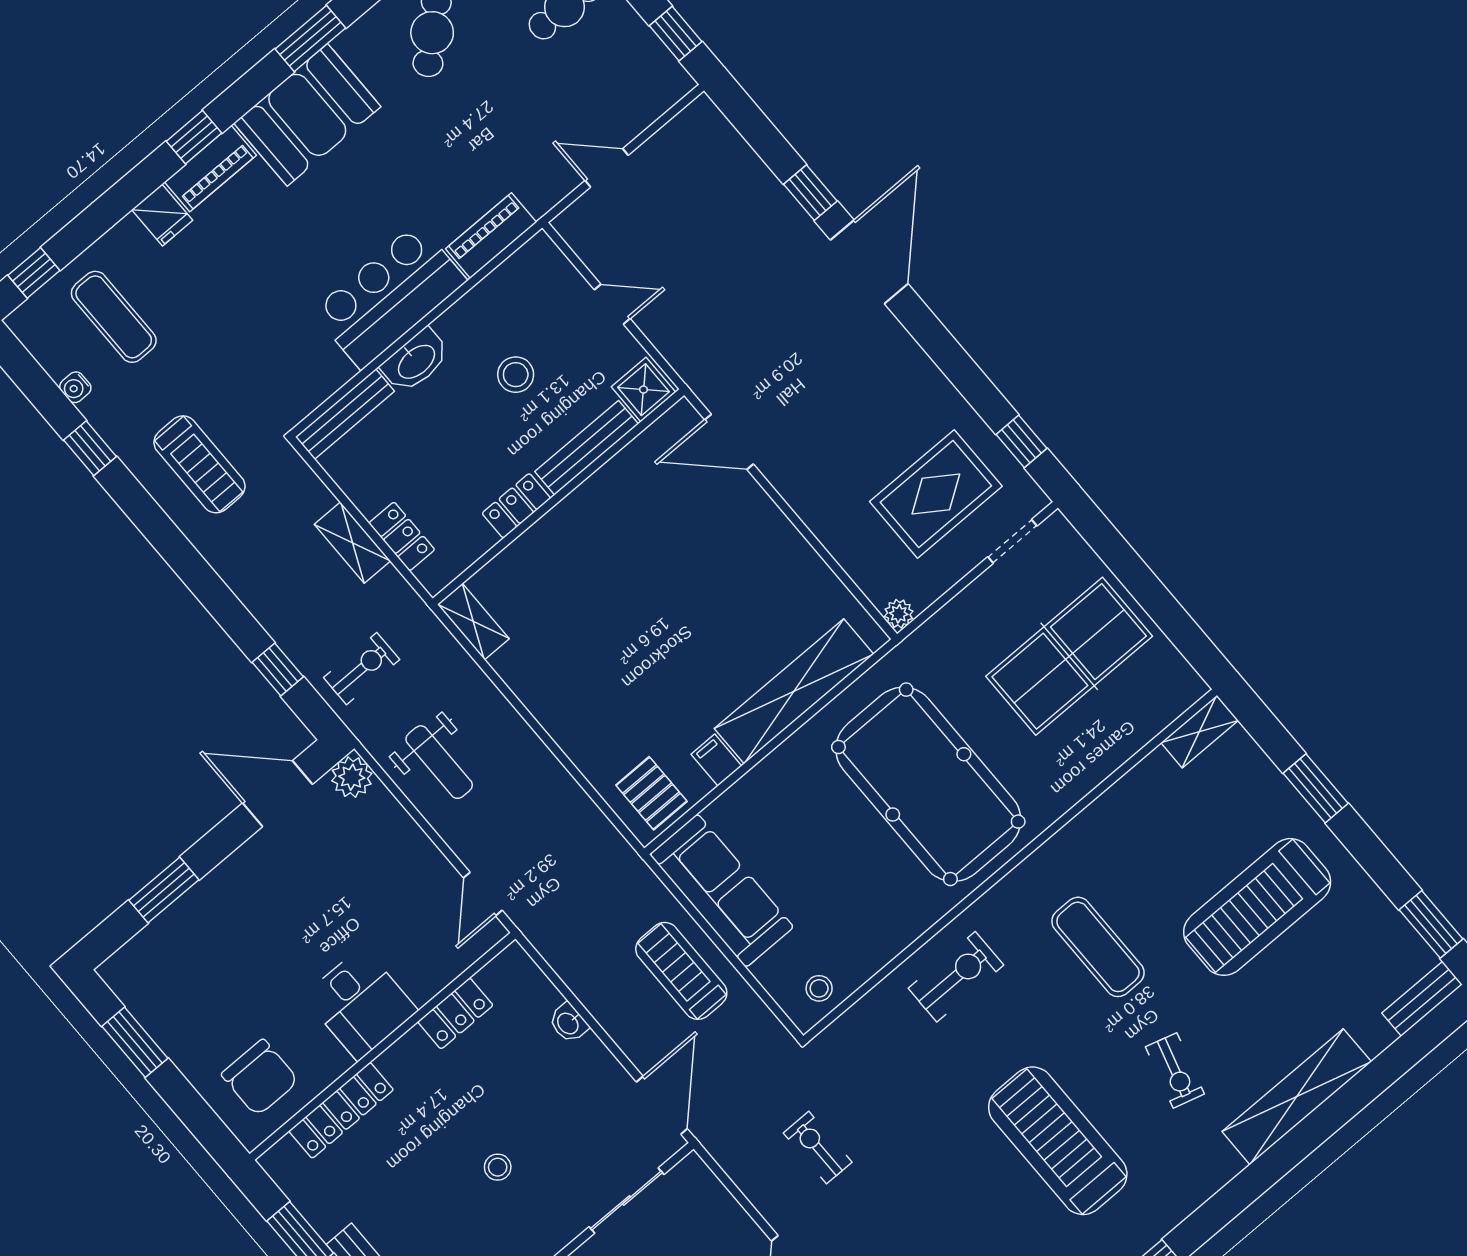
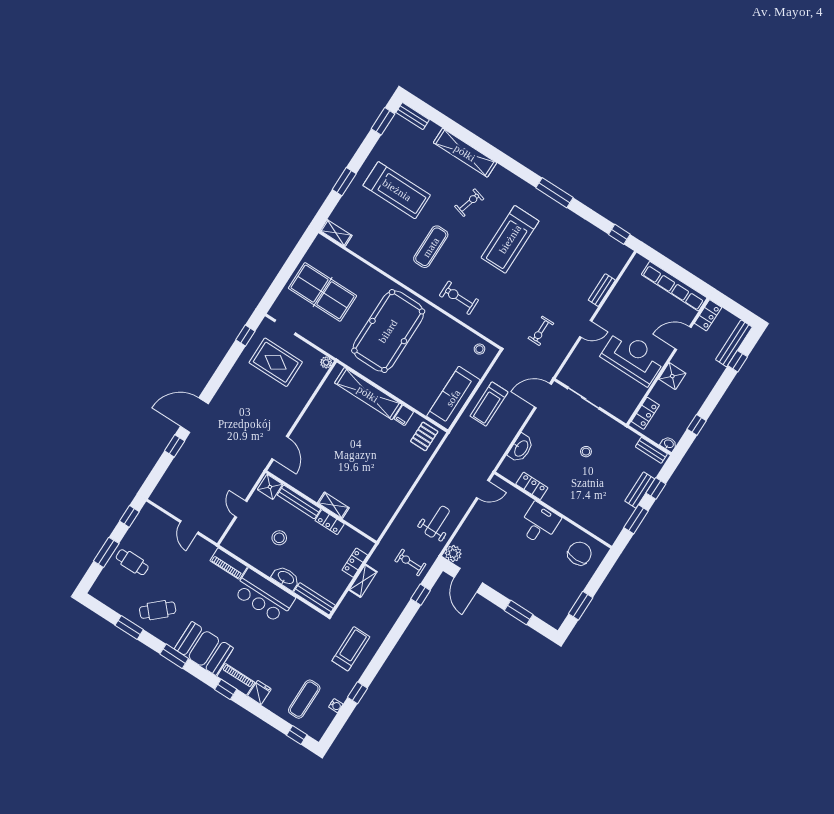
shelving: (473, 622) -> (333, 505), moved, turned 90
washbasin: (568, 1023) -> (521, 448), width x1.91, depth x1.45
locker: (341, 1110) -> (583, 518), removed

